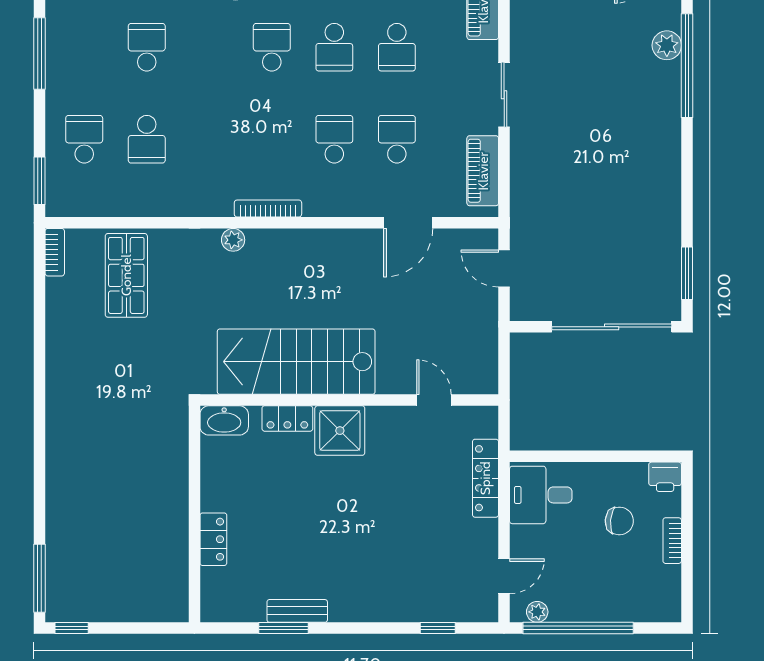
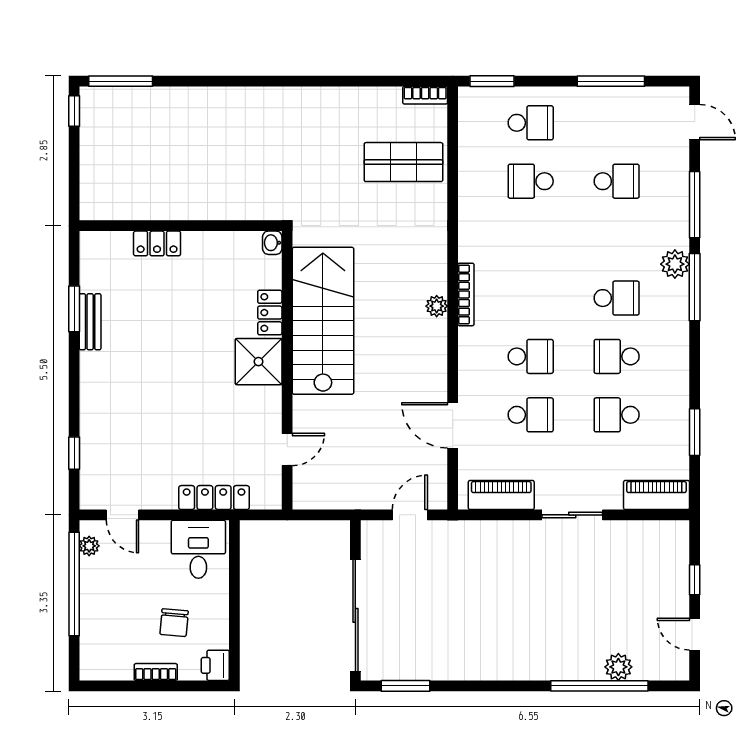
plant: (233, 240) -> (437, 306), moved
washbasin: (224, 420) -> (272, 243), width x0.52, depth x0.69

